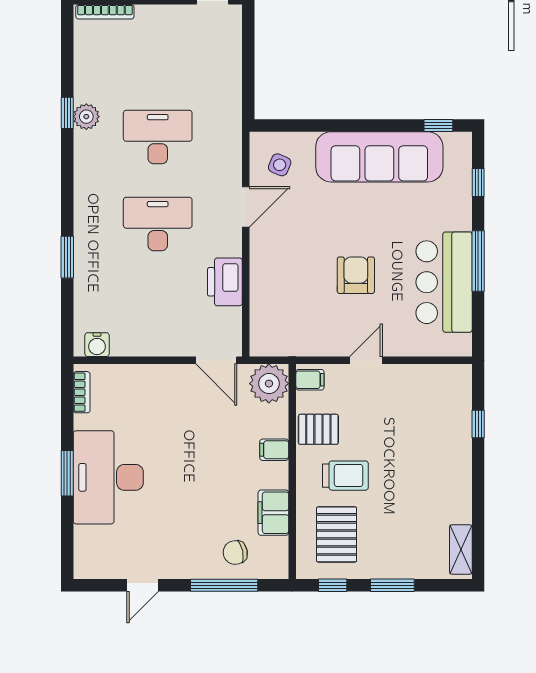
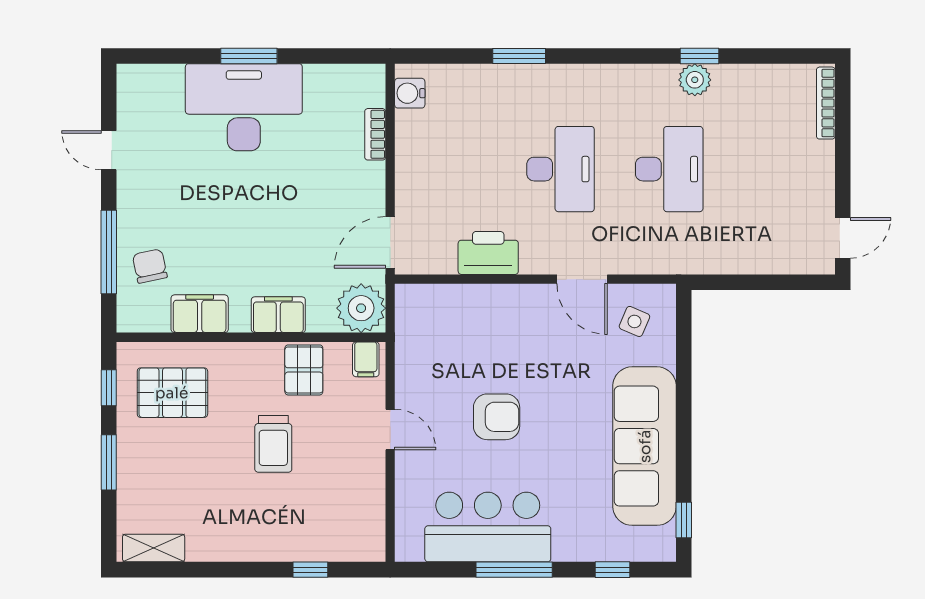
bookcase: (82, 392) -> (375, 134), moved, turned 90
filing cabinet: (274, 450) -> (278, 315), width x2.00
trolley: (345, 476) -> (273, 444), moved

